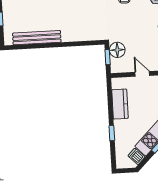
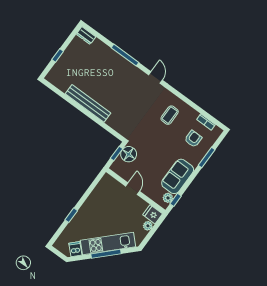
bench: (37, 38) -> (88, 103), moved
kitchen counter: (120, 104) -> (96, 198), removed

